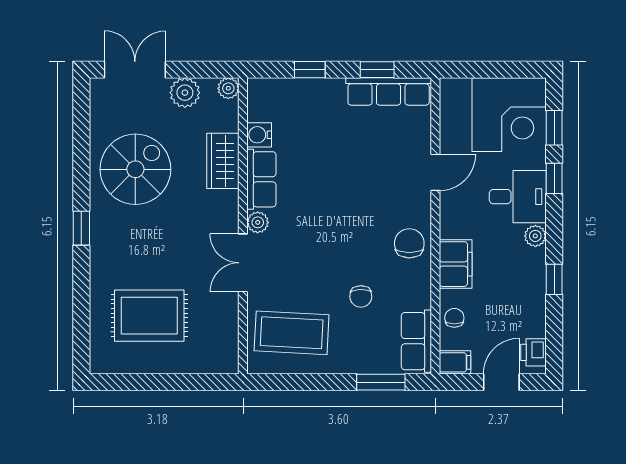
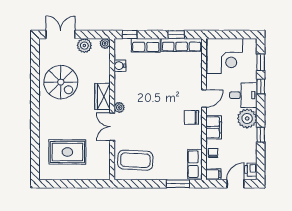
window: (310, 70) -> (130, 35), moved
corner desk: (509, 115) -> (225, 56), moved
wardrobe: (223, 161) -> (103, 96), moved
spiral stairs: (135, 169) -> (61, 82), turned 90
door: (435, 172) -> (204, 99), moved
row of seats: (261, 179) -> (146, 45), moved, turned 90
window: (81, 228) -> (35, 110), removed
plant: (535, 236) -> (247, 118), width x1.87, depth x1.87
chair: (409, 243) -> (191, 117), turned -90
chair: (361, 296) -> (168, 143), removed

